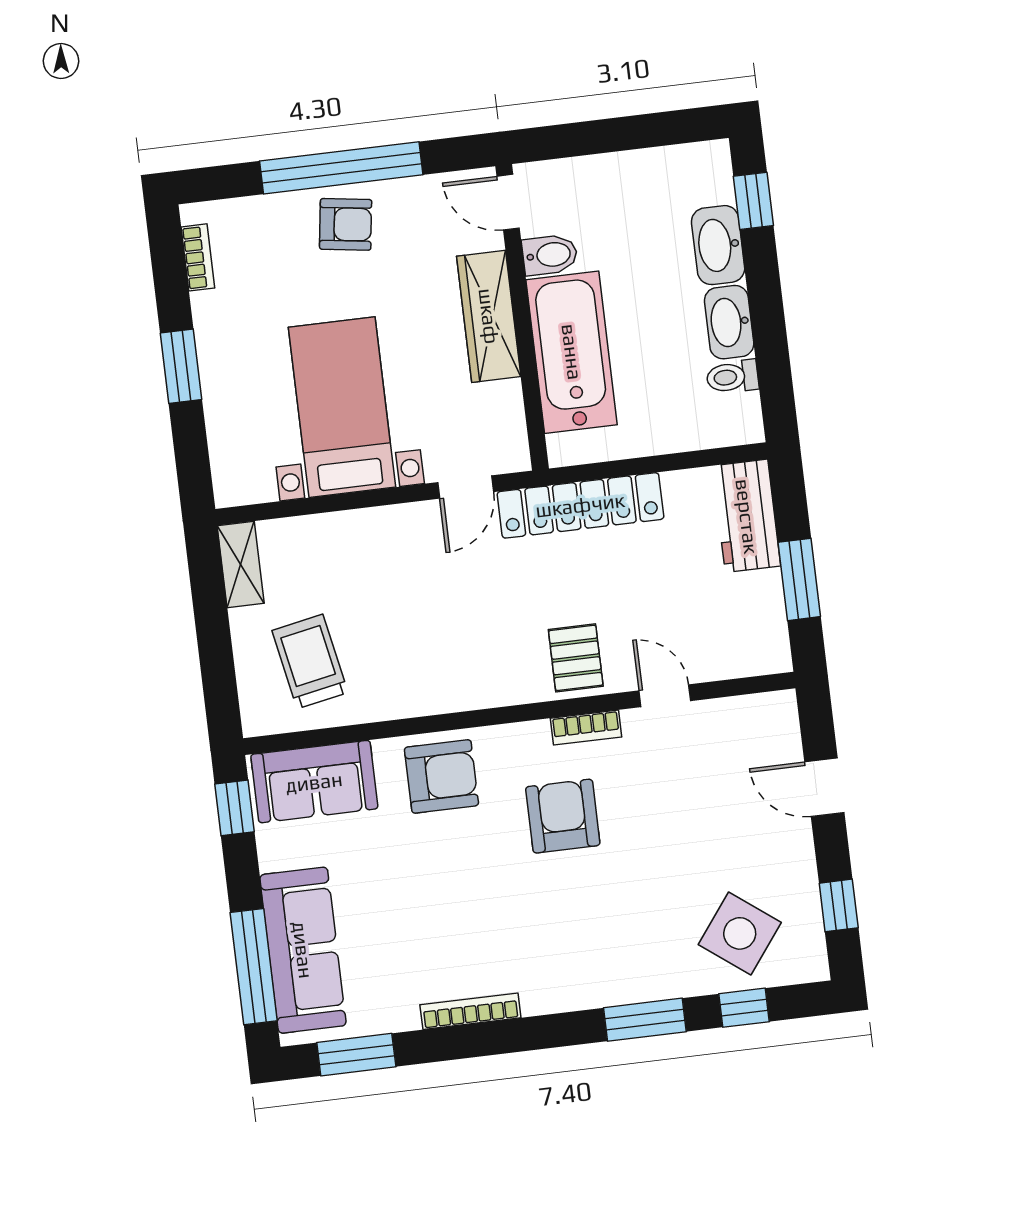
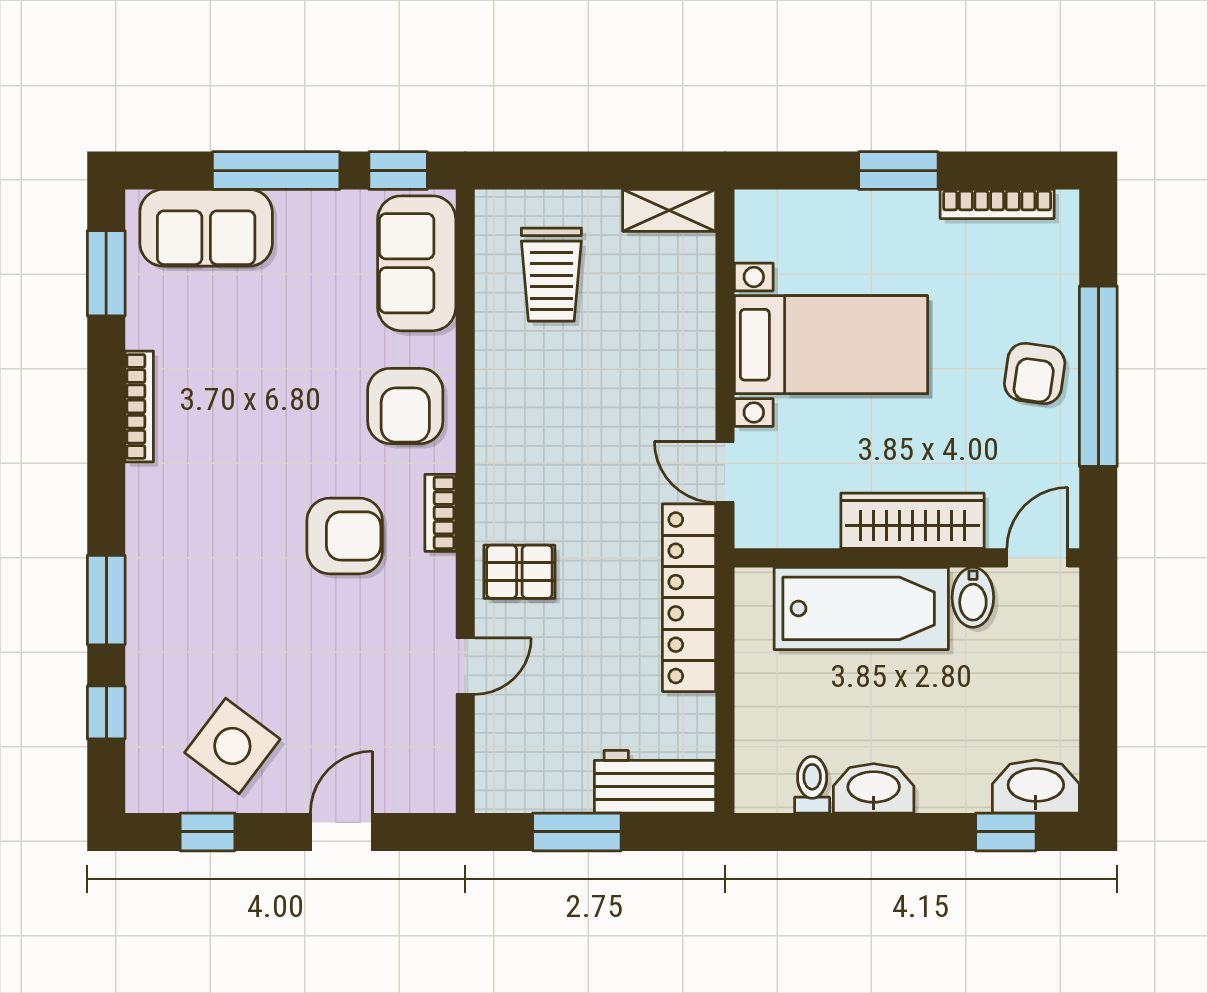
washbasin: (718, 245) -> (1036, 786), moved
bookcase: (198, 257) -> (997, 204), width x1.56
trolley: (310, 661) -> (551, 275), turned 101
bookcase: (586, 728) -> (440, 513), moved
side table: (740, 933) -> (232, 746), moved
sofa: (303, 950) -> (206, 228), width x0.73
window: (254, 967) -> (276, 171), moved

